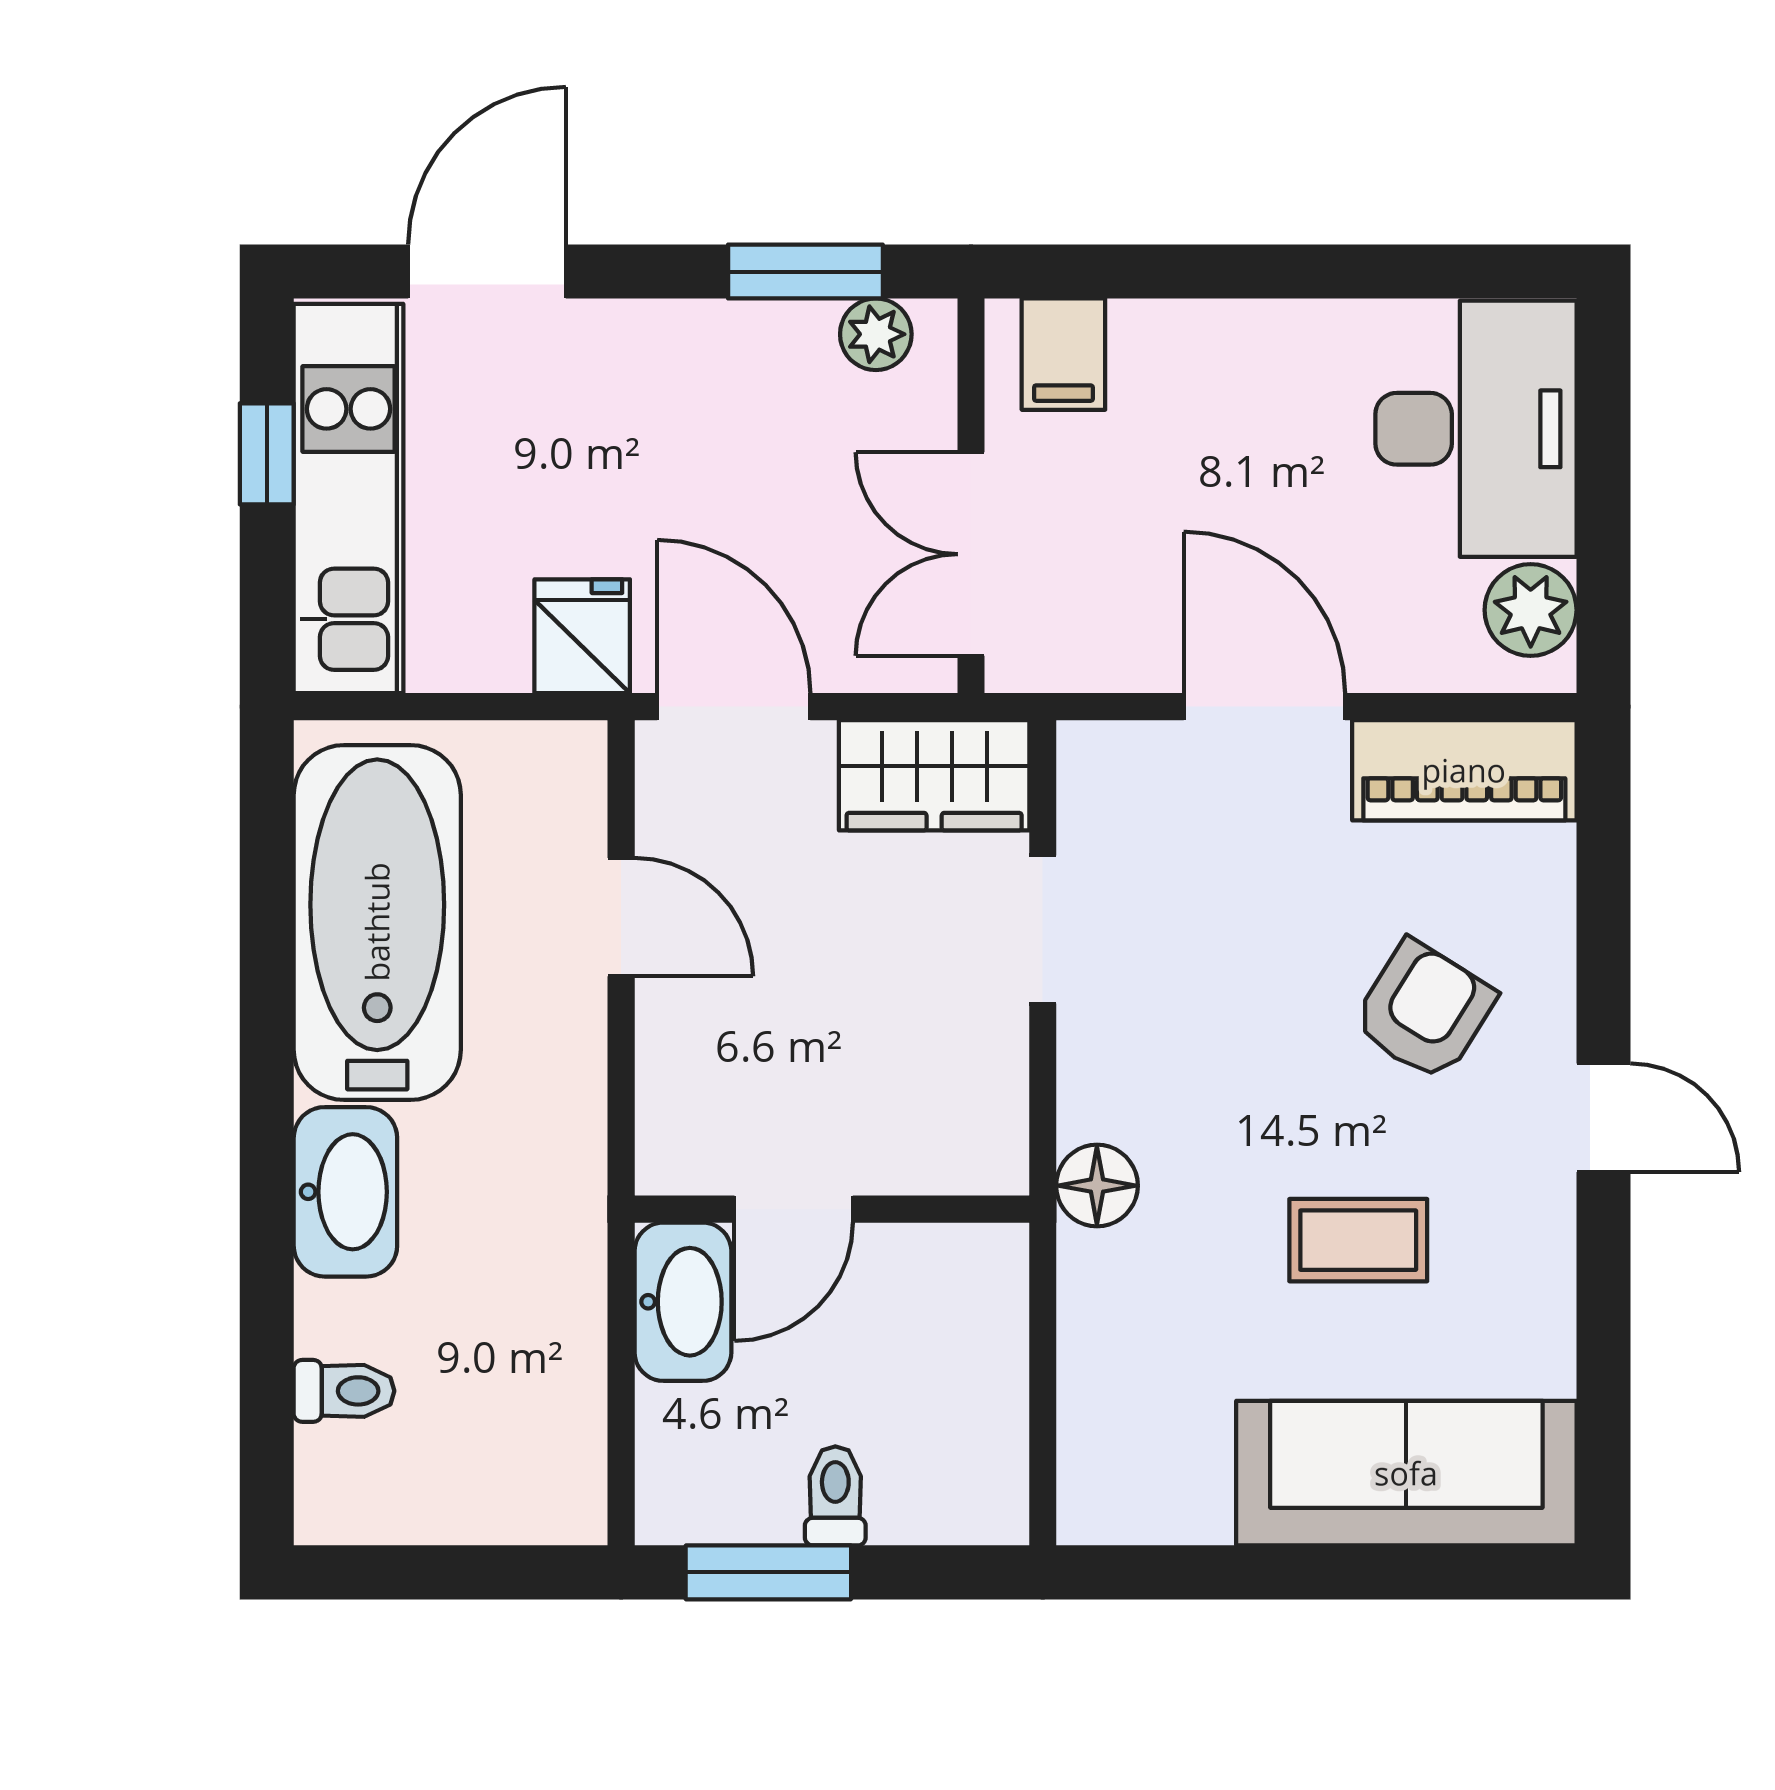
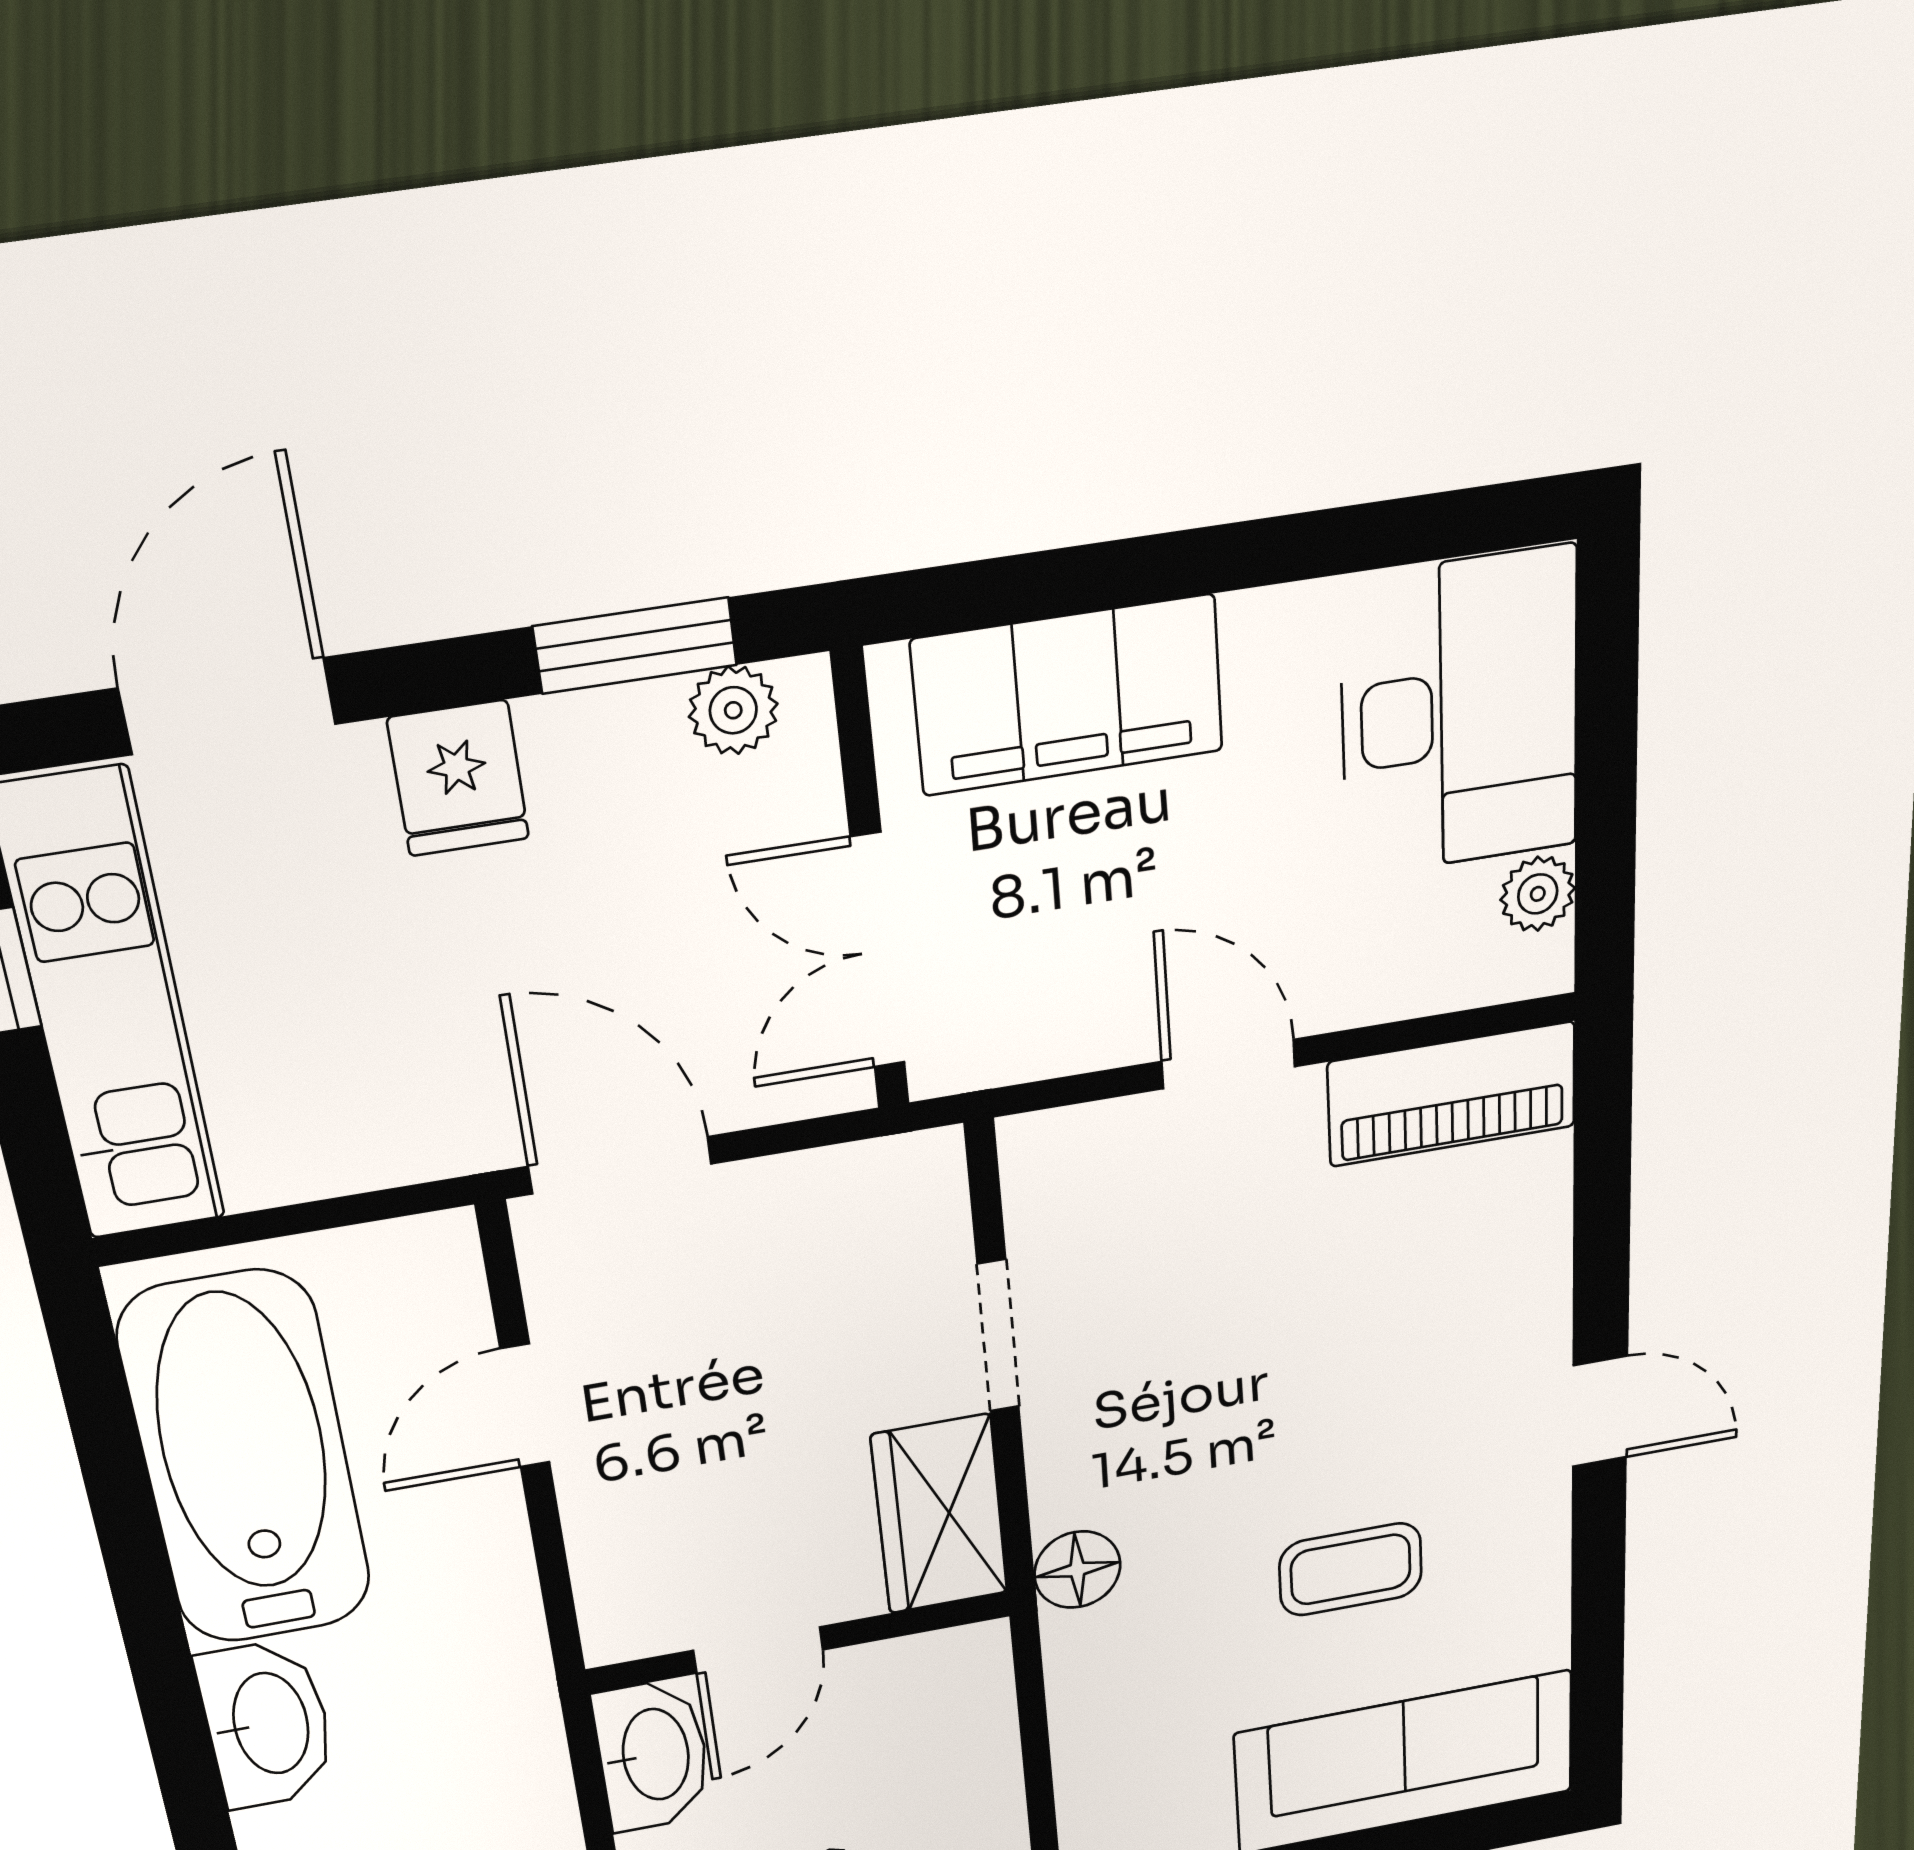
filing cabinet: (1063, 354) -> (1068, 695), width x3.00, depth x1.17
plant: (1531, 610) -> (1538, 894), width x0.73, depth x0.73
fridge: (582, 636) -> (458, 778), moved, turned 180
door: (1264, 707) -> (1228, 1064), width x0.73
wardrobe: (934, 775) -> (940, 1514), moved, turned 90
door: (621, 917) -> (525, 1406), swing flipped
armchair: (1424, 1011) -> (1413, 1343), removed

